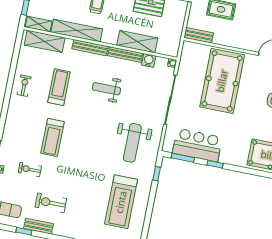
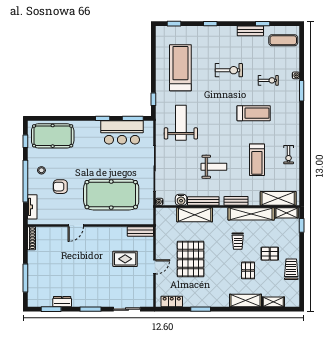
bench: (90, 48) -> (236, 201), width x0.73
pool table: (222, 81) -> (111, 195), turned 90
treadmill: (53, 138) -> (254, 113), turned 90
exercise bike: (51, 203) -> (229, 70), moved

